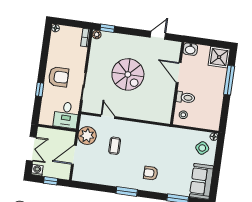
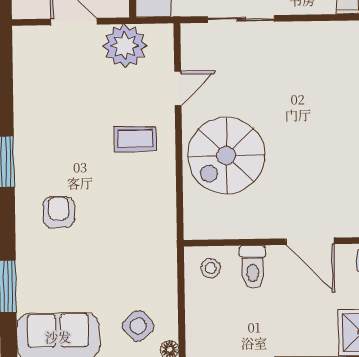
door: (179, 73) -> (310, 241), swing flipped
spiral stairs: (128, 74) -> (226, 155), moved
coffee table: (115, 146) -> (135, 139), moved

